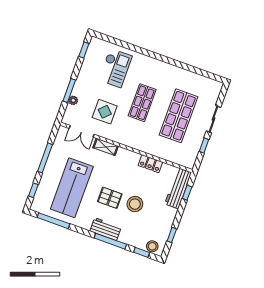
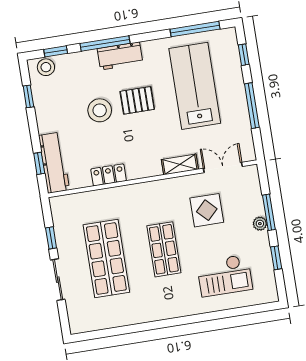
window: (84, 50) -> (276, 258), moved
checkout: (115, 68) -> (225, 275), turned -90
plant: (73, 100) -> (260, 224), moved

